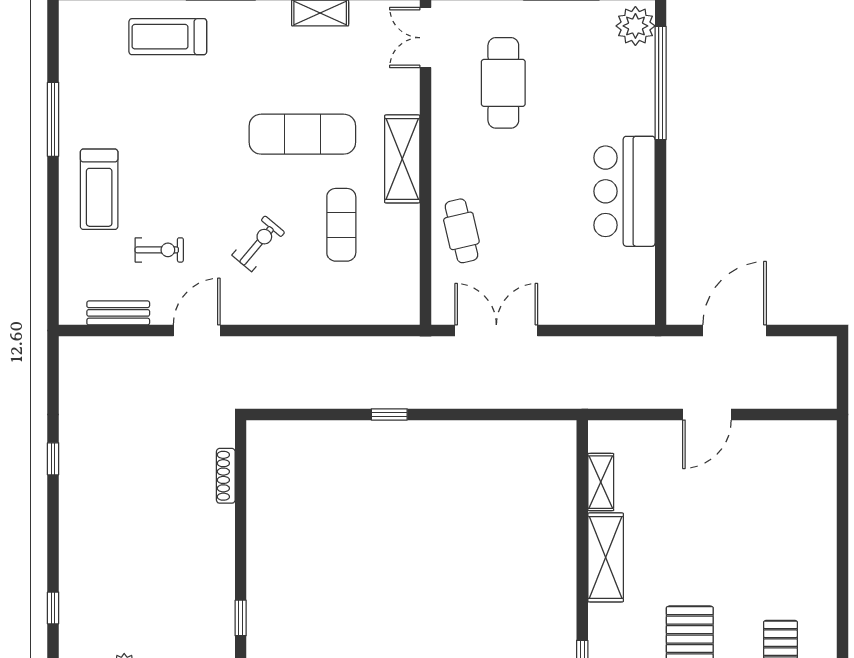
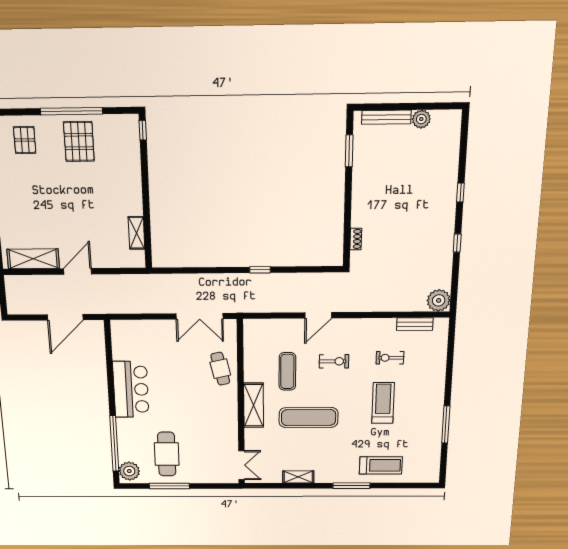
cafe table: (503, 83) -> (167, 454), moved
treadmill: (99, 189) -> (383, 403), moved
exercise bike: (258, 244) -> (334, 361), turned -130
door: (197, 330) -> (318, 315), moved
plant: (79, 356) -> (439, 300), added
shoe rack: (226, 476) -> (356, 239), width x0.70
shelving: (606, 557) -> (33, 259), moved, turned 90
window: (53, 608) -> (460, 192), moved
window: (241, 618) -> (349, 151), width x1.50

